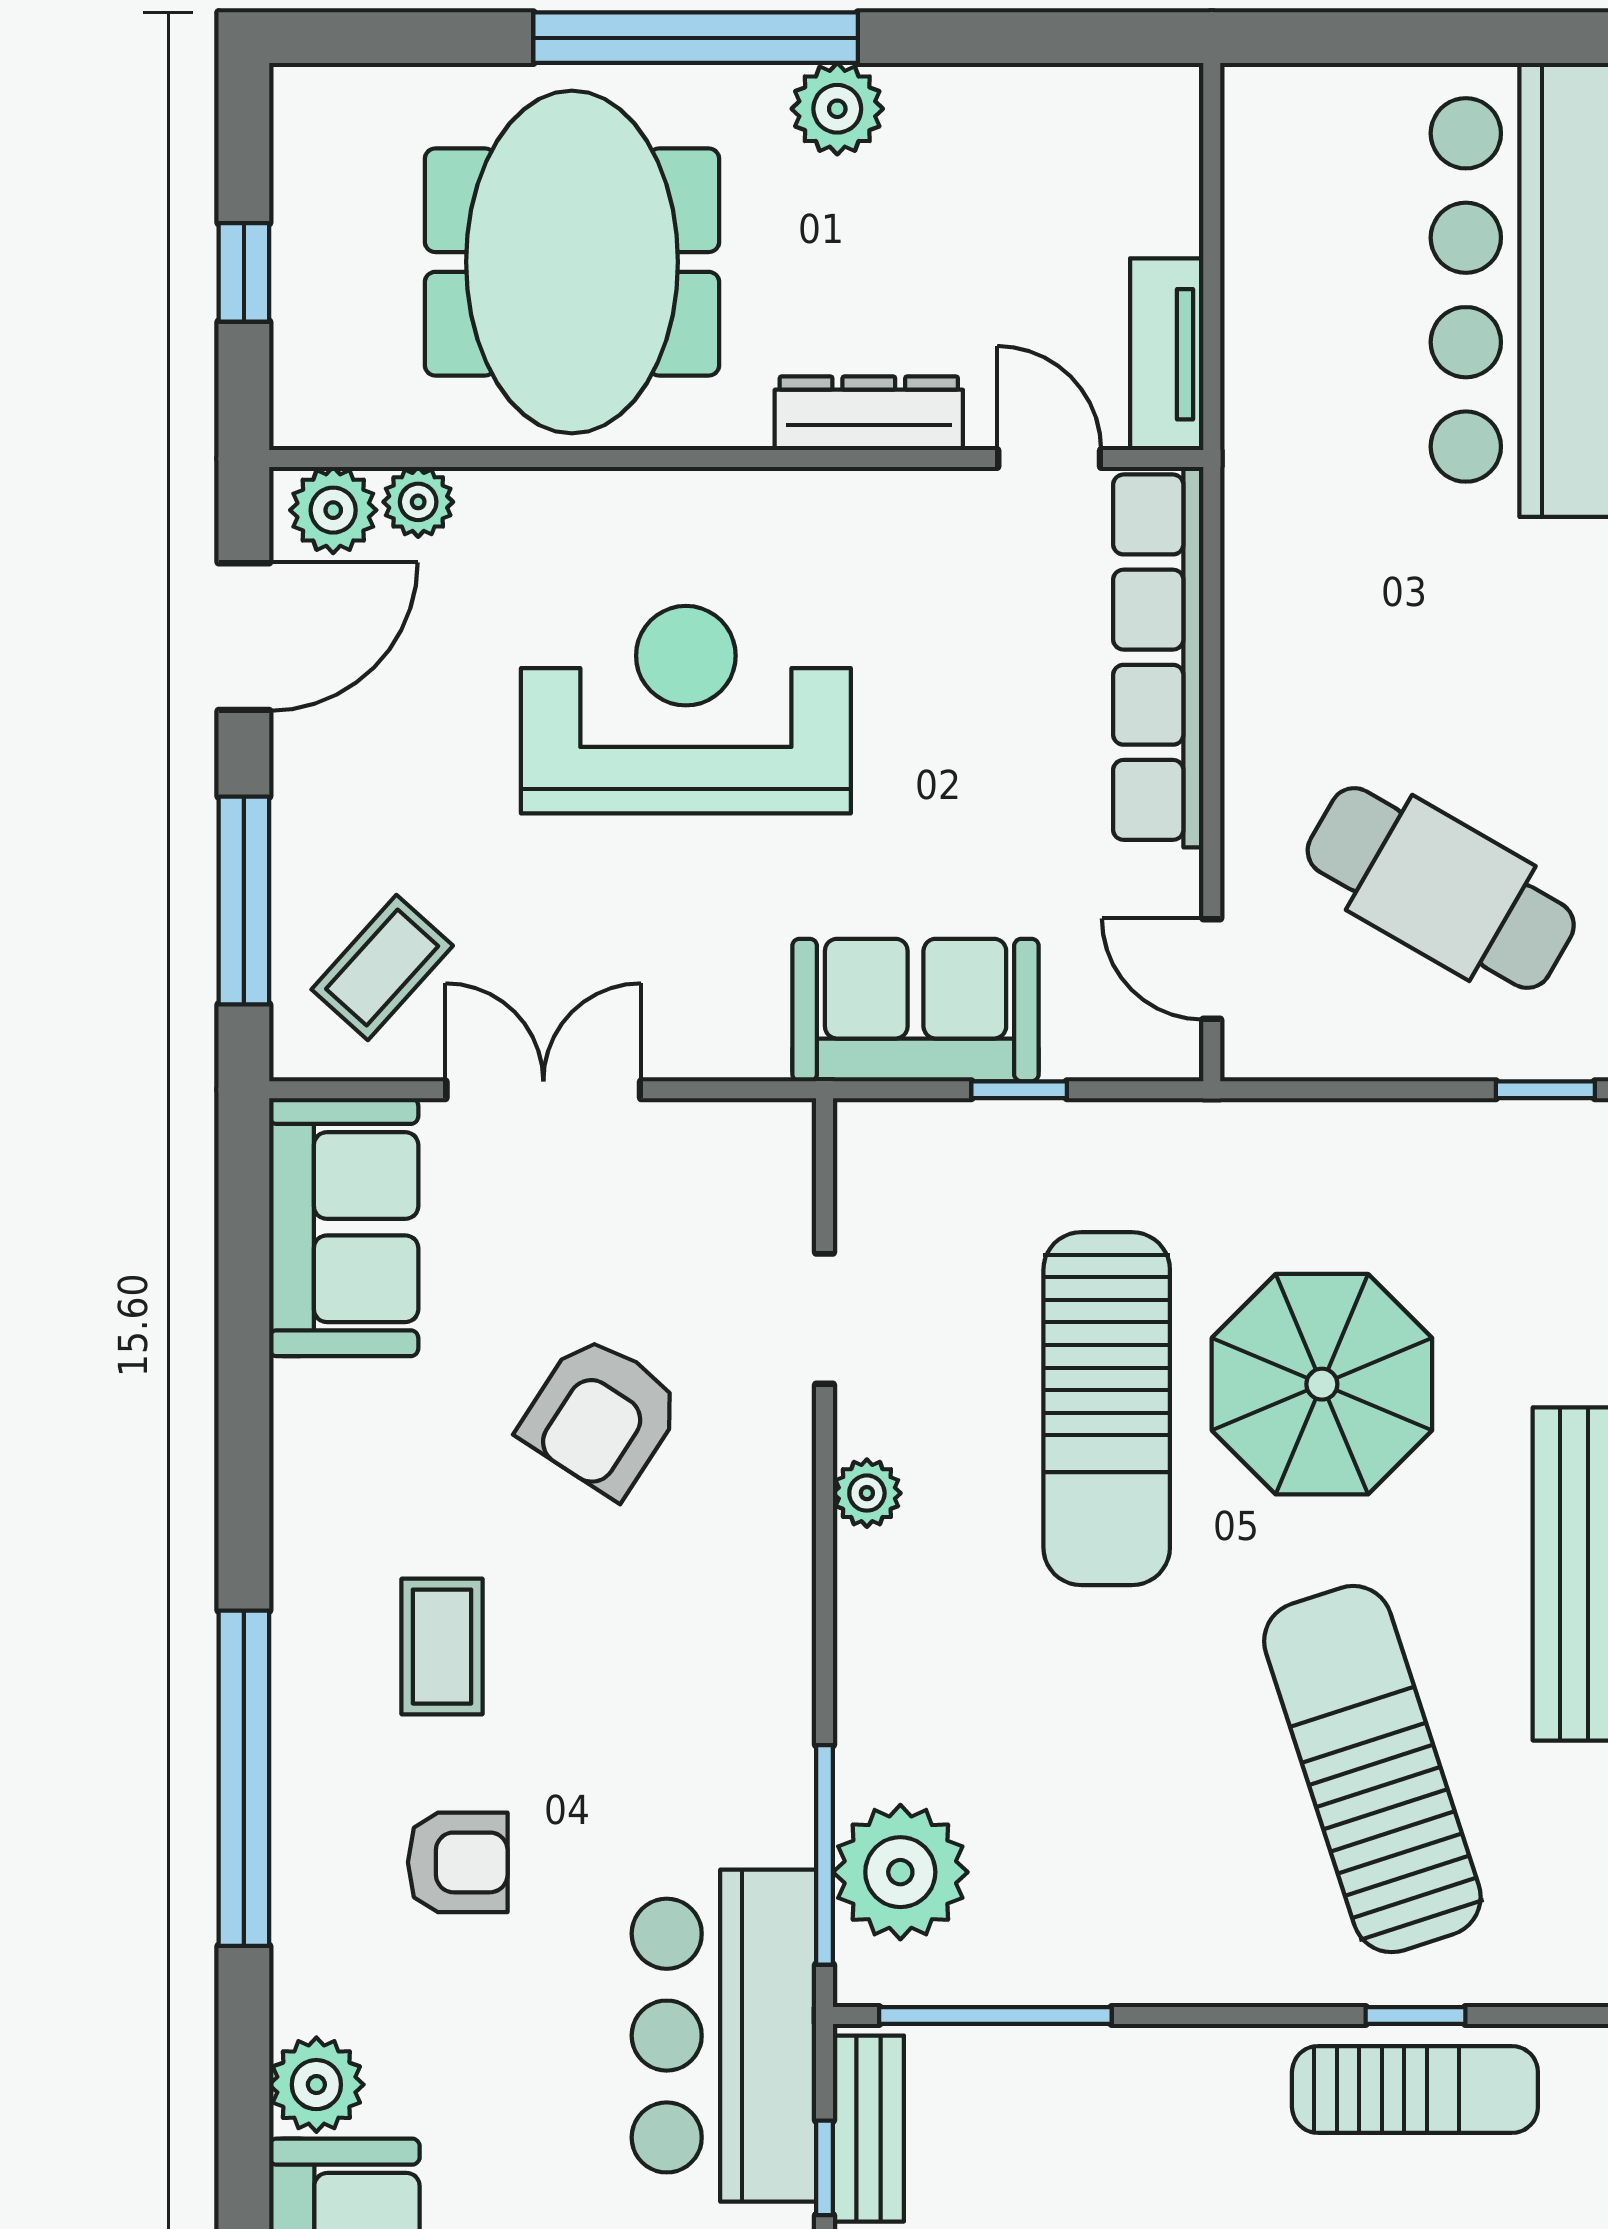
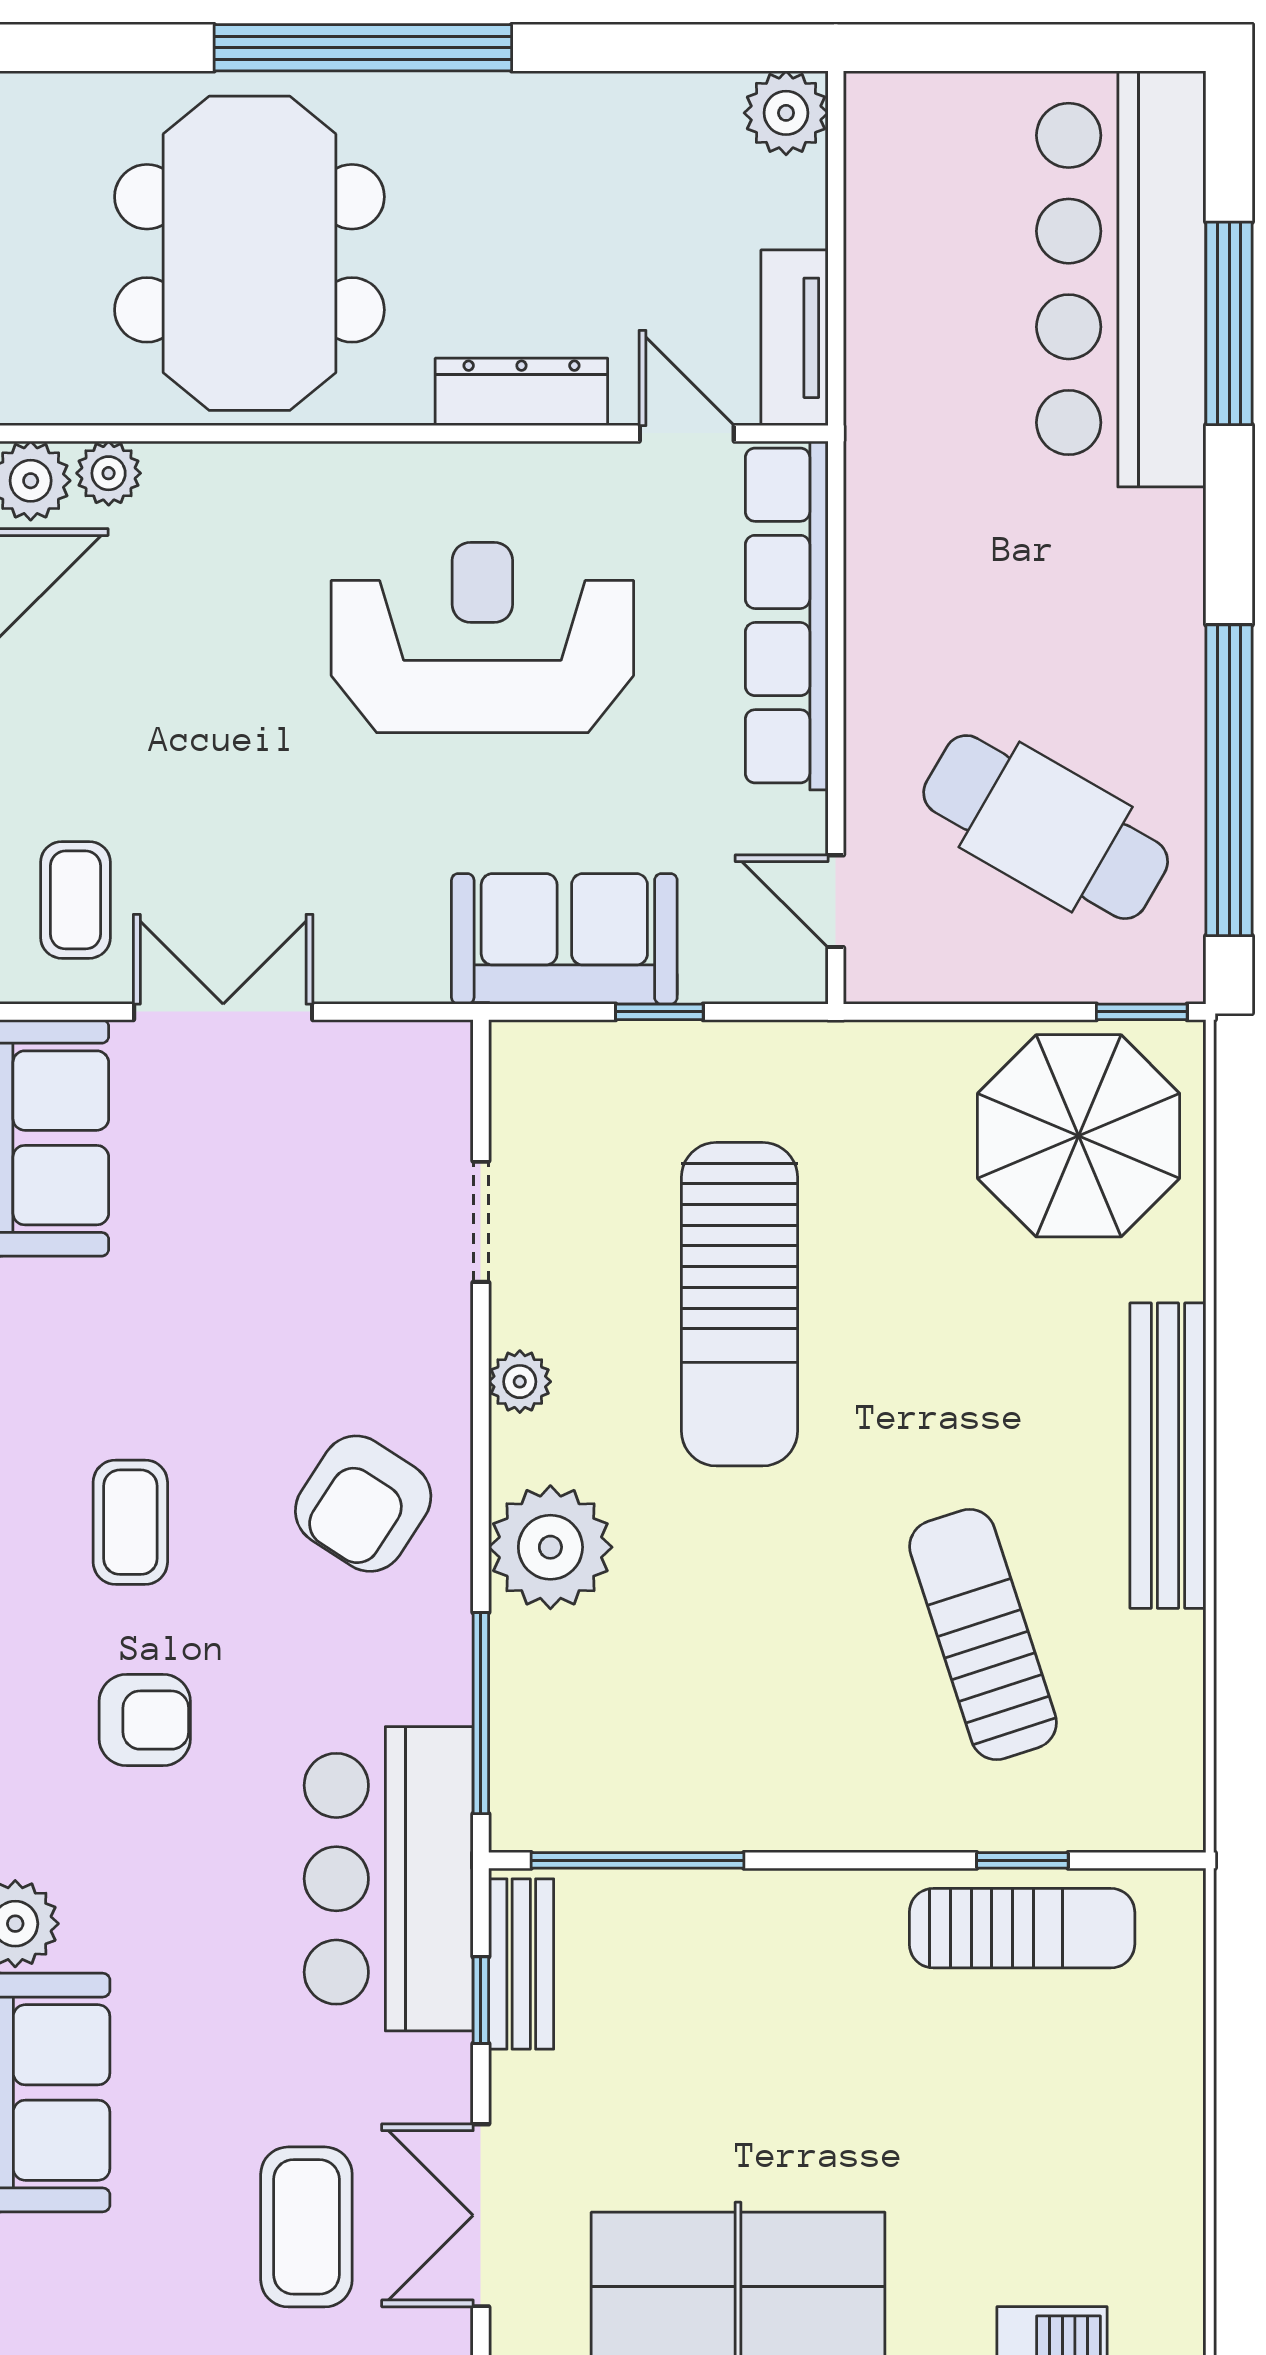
plant: (837, 109) -> (786, 113), moved
reception desk: (686, 710) -> (482, 638), moved
coffee table: (382, 968) -> (75, 900), turned -42
parasol: (1322, 1384) -> (1079, 1136), moved
armchair: (601, 1416) -> (363, 1504), moved
sun lounger: (1372, 1769) -> (983, 1634), width x0.73, depth x0.75
plant: (900, 1872) -> (550, 1547), moved

